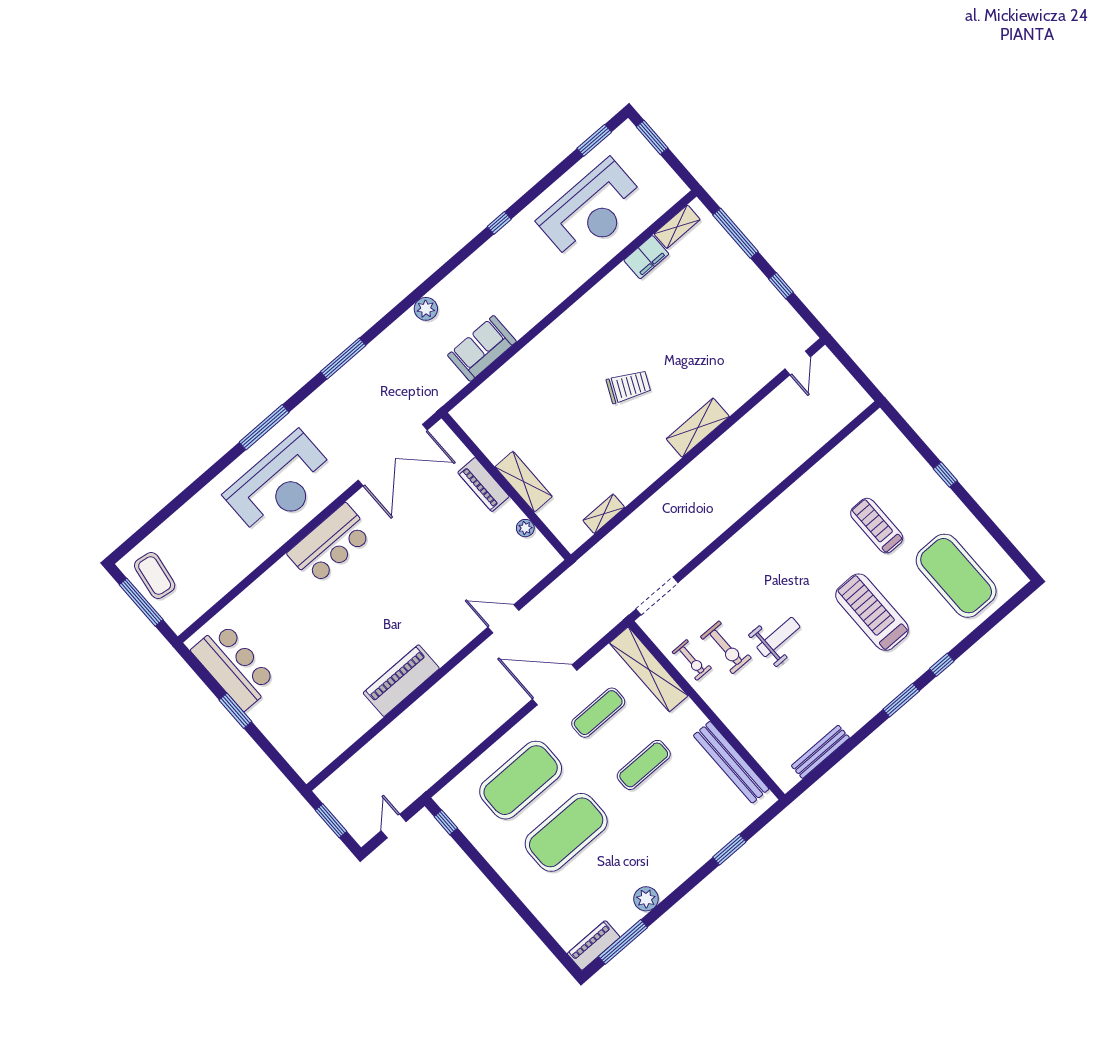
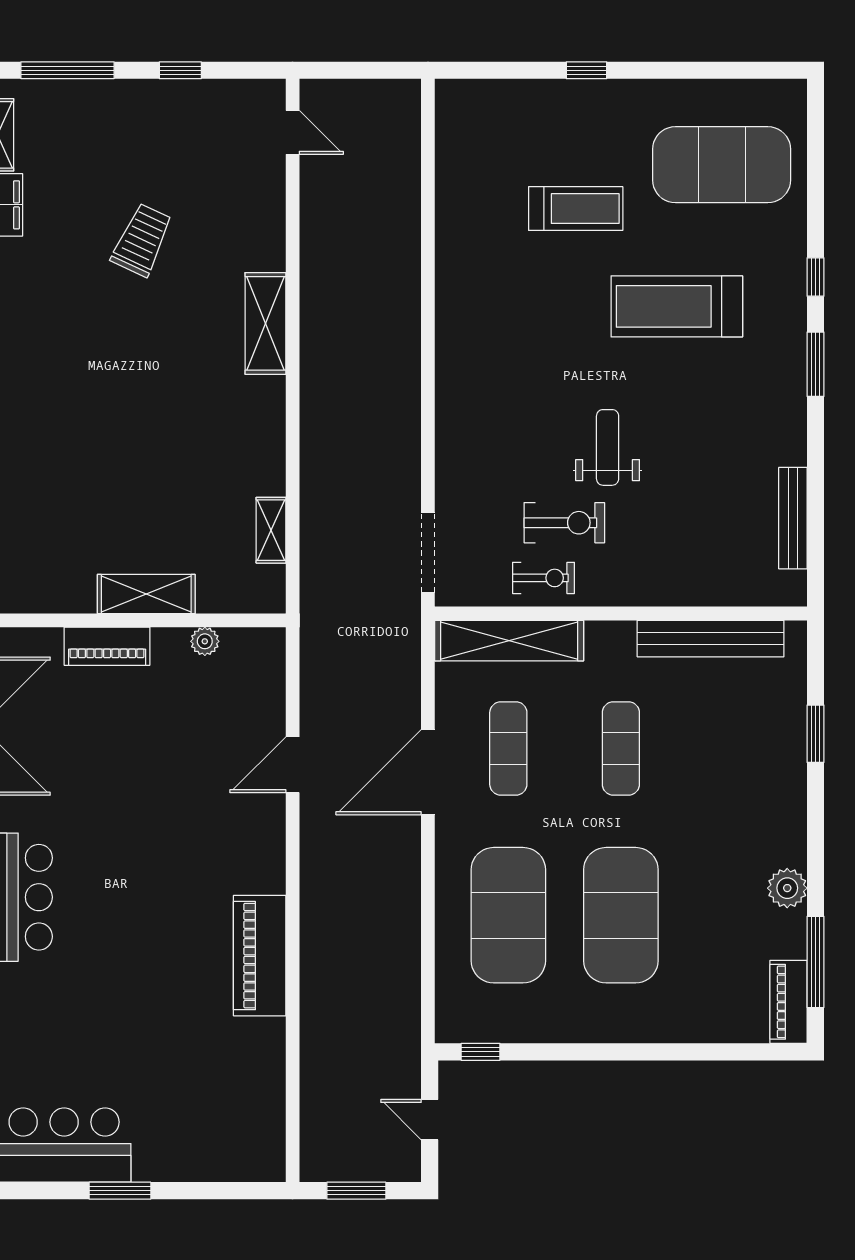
trolley: (628, 386) -> (142, 240), moved
treadmill: (877, 526) -> (576, 209), turned 180

